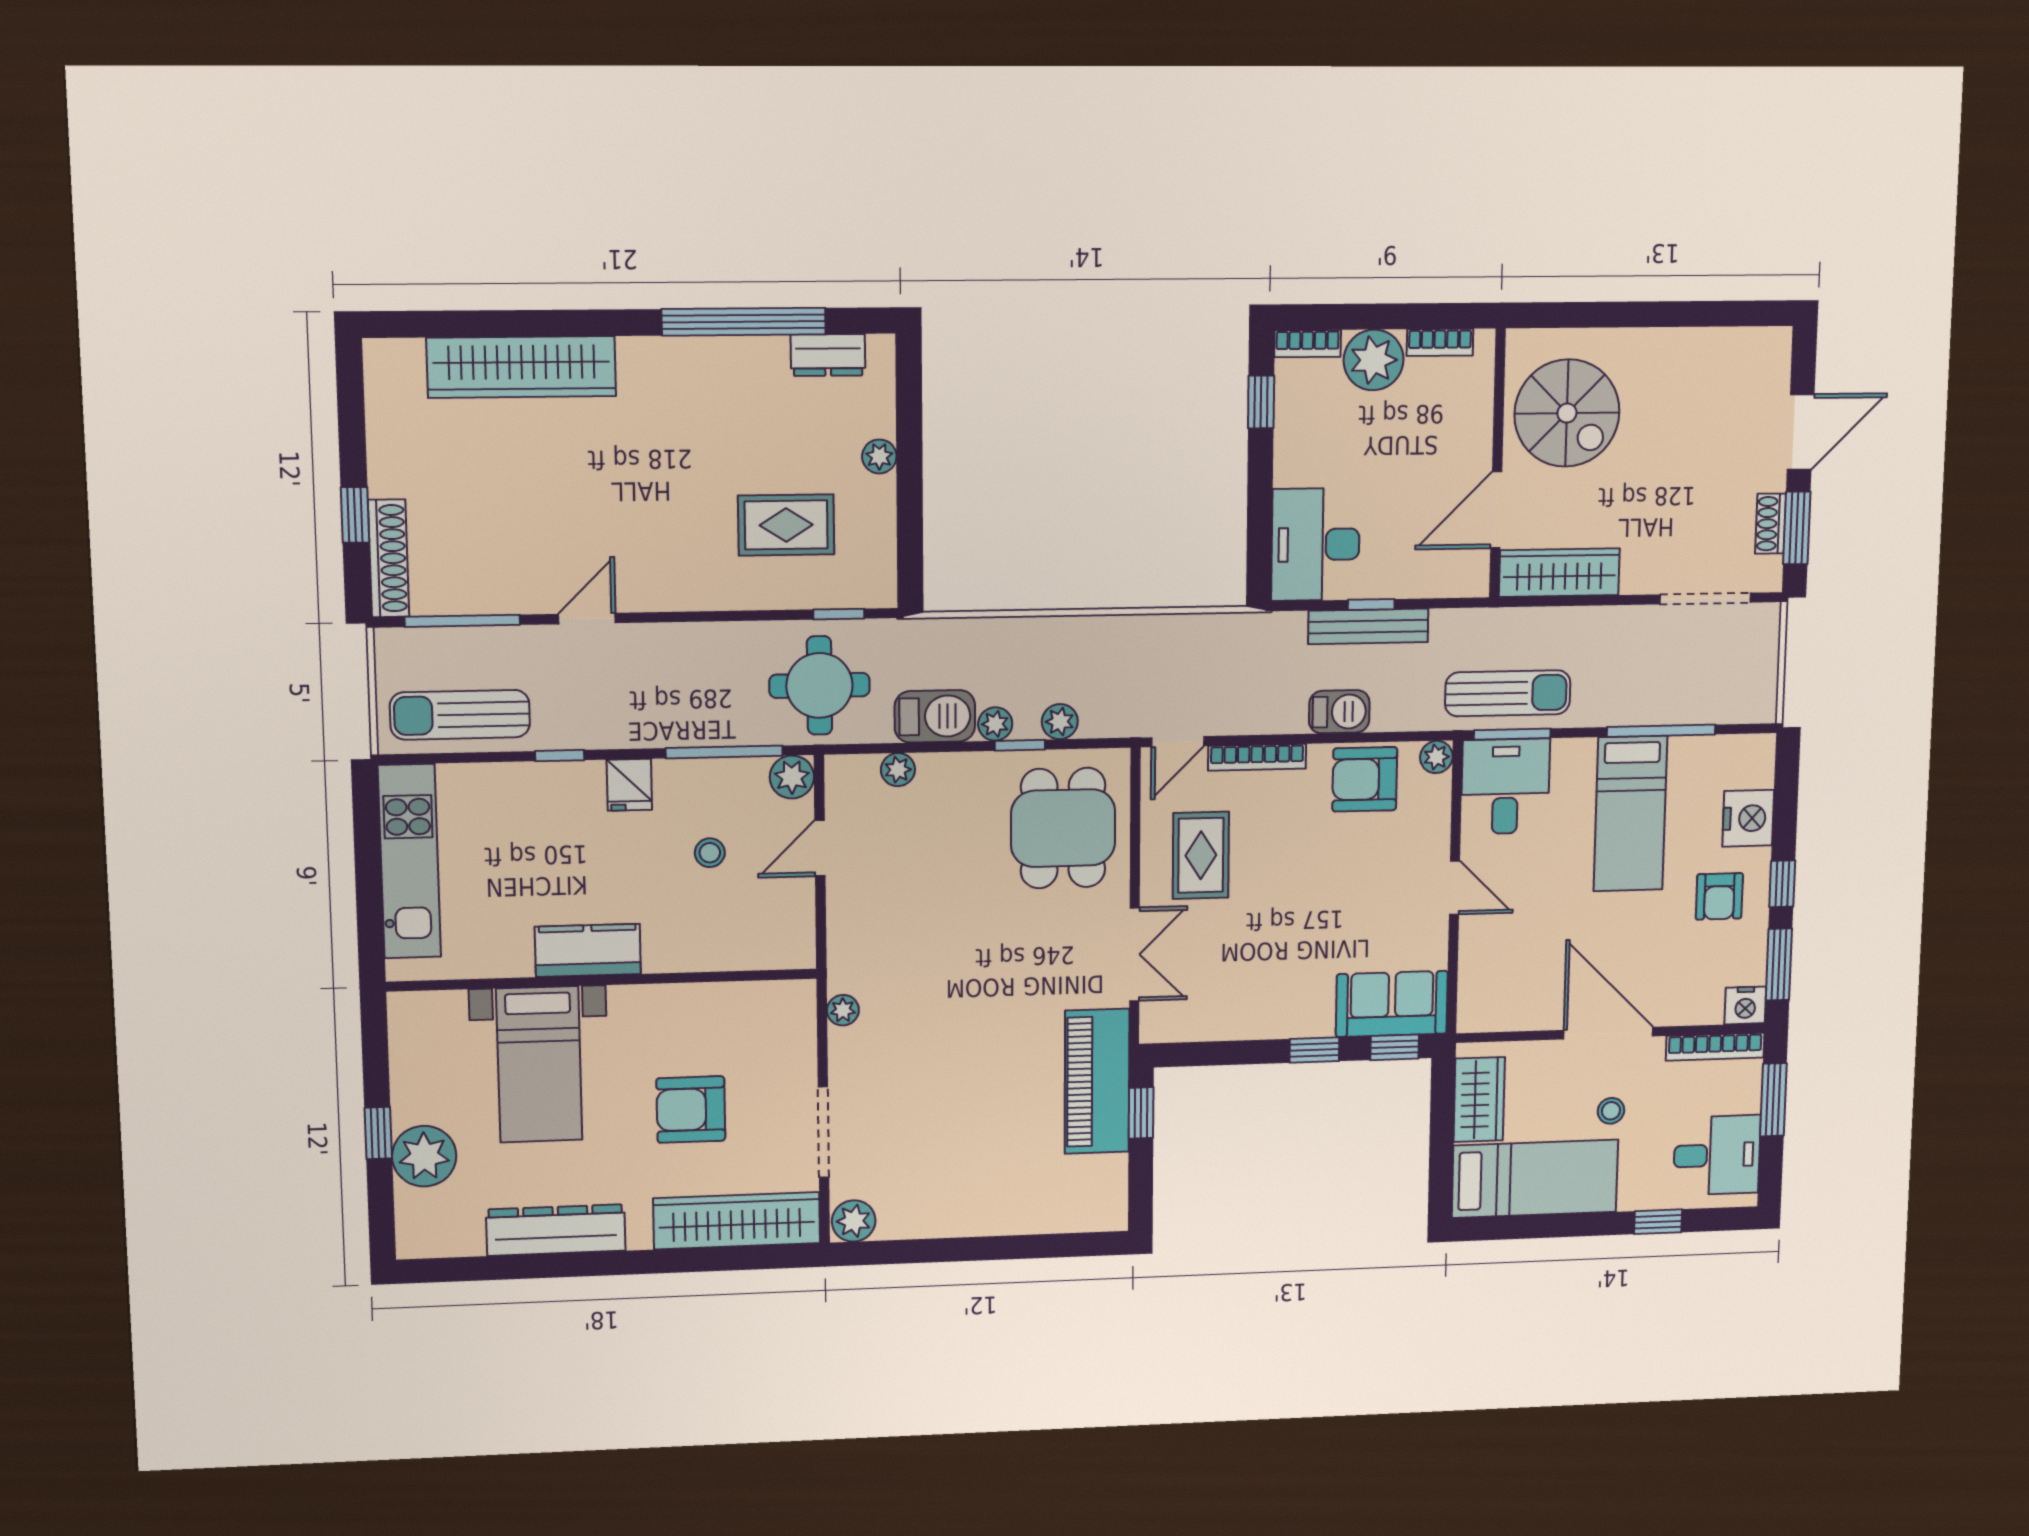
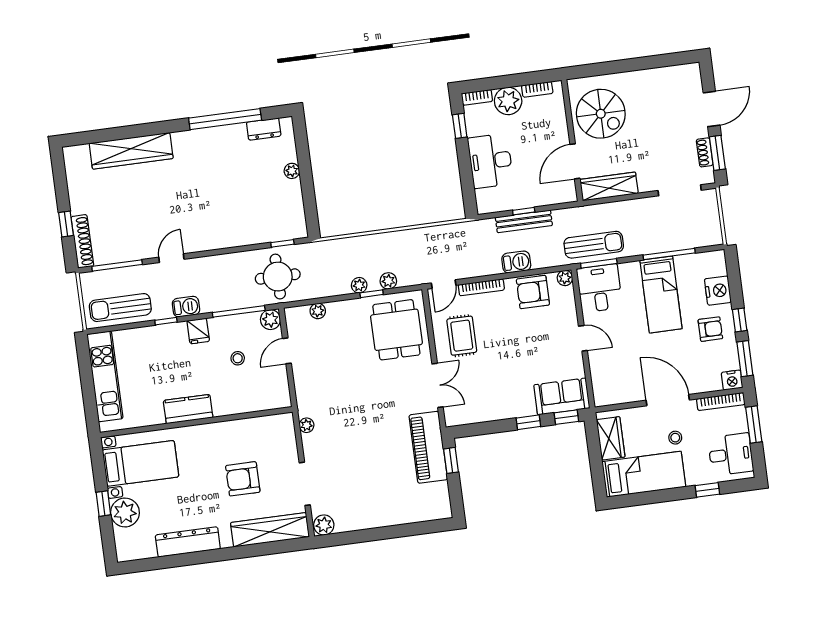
rug: (786, 525) -> (254, 206), removed
desk: (1316, 545) -> (491, 161), moved
barbecue: (935, 716) -> (186, 307), moved, width x0.73, depth x0.79
armchair: (1719, 896) -> (710, 329), turned -90
bed with nightstands: (539, 1064) -> (140, 463), moved, turned -90

